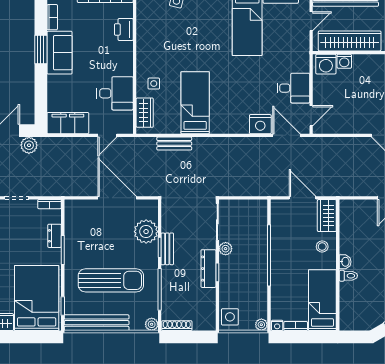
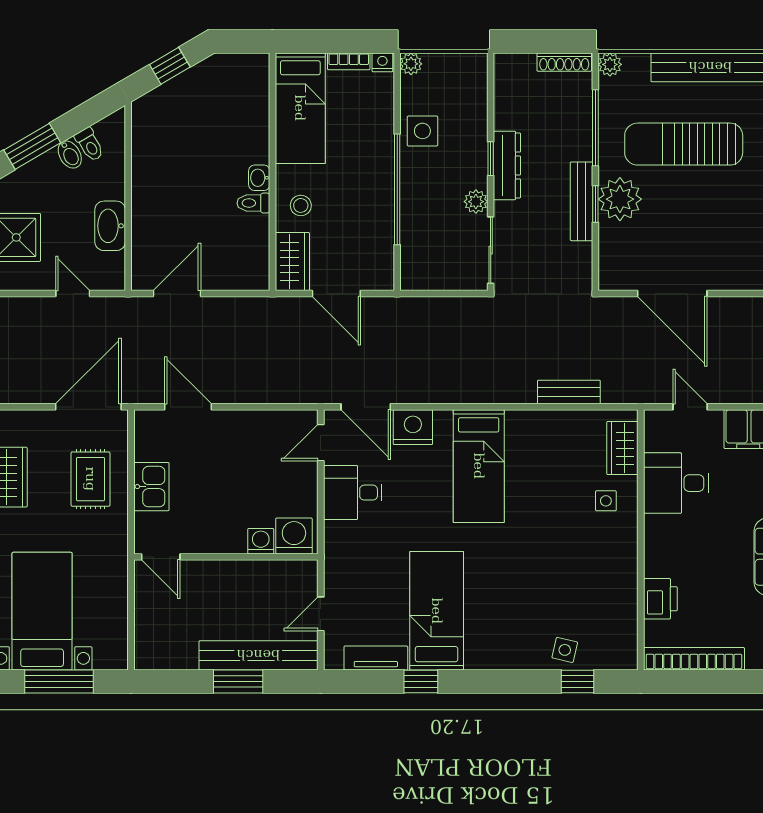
wardrobe: (350, 41) -> (251, 578), removed
bed: (195, 103) -> (479, 466), moved
door: (107, 135) -> (690, 407), hinge flipped
plant: (146, 232) -> (620, 199), moved
bench: (167, 249) -> (582, 201), width x1.36
toilet: (348, 276) -> (253, 203), moved
side table: (230, 317) -> (422, 131), moved

